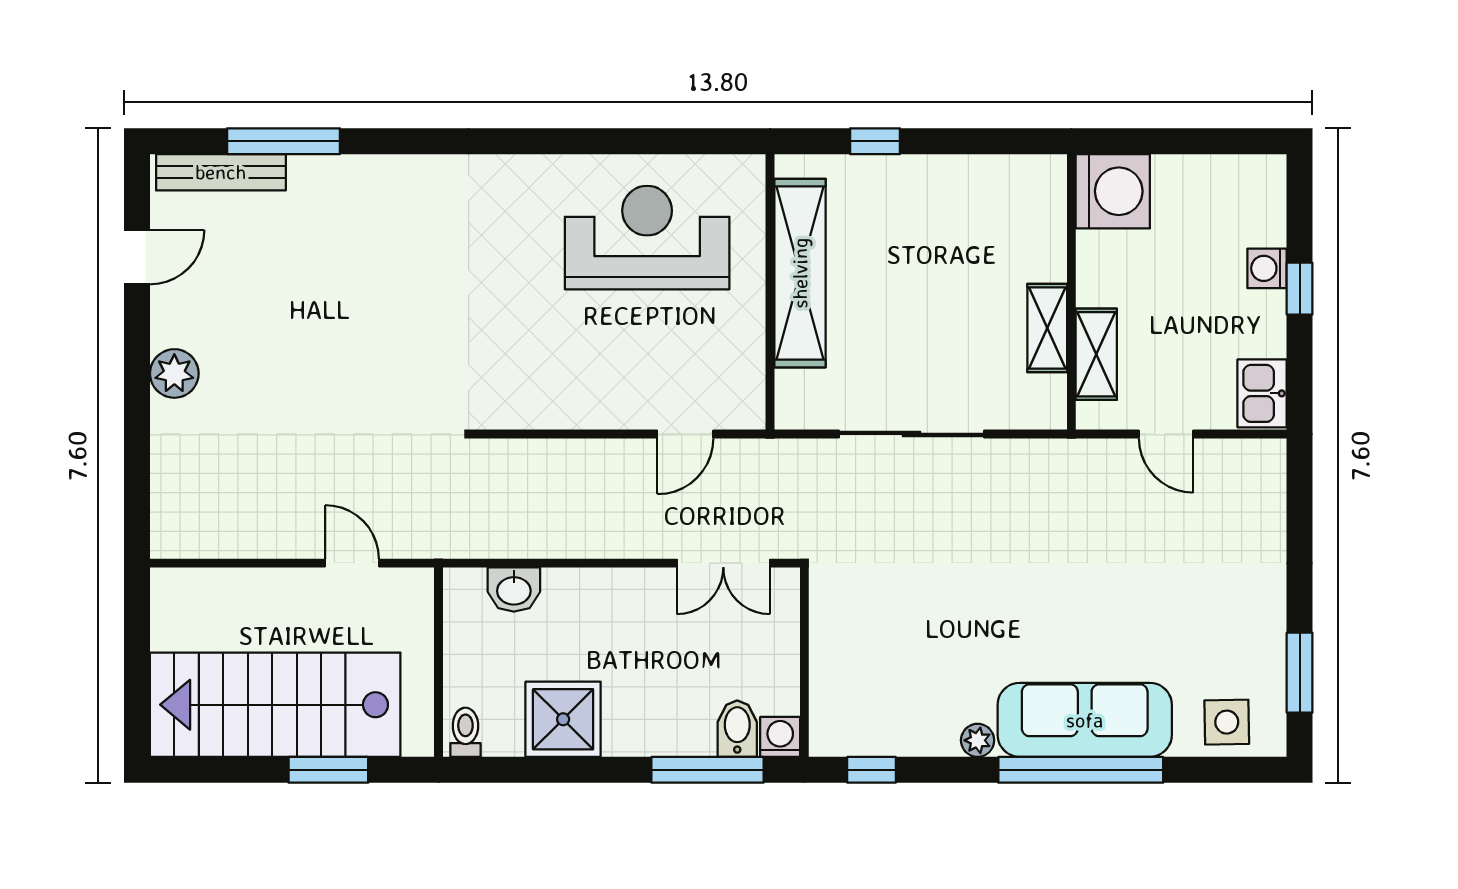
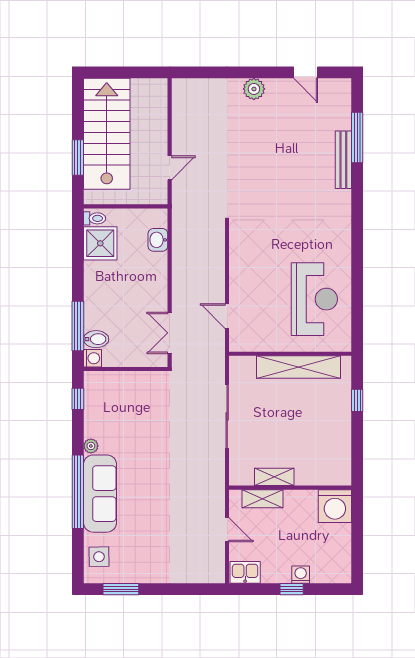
bench: (221, 172) -> (343, 160), moved
door: (1166, 434) -> (227, 530), swing flipped
shower: (563, 719) -> (100, 243), moved

